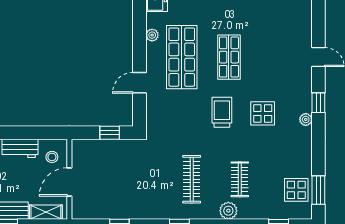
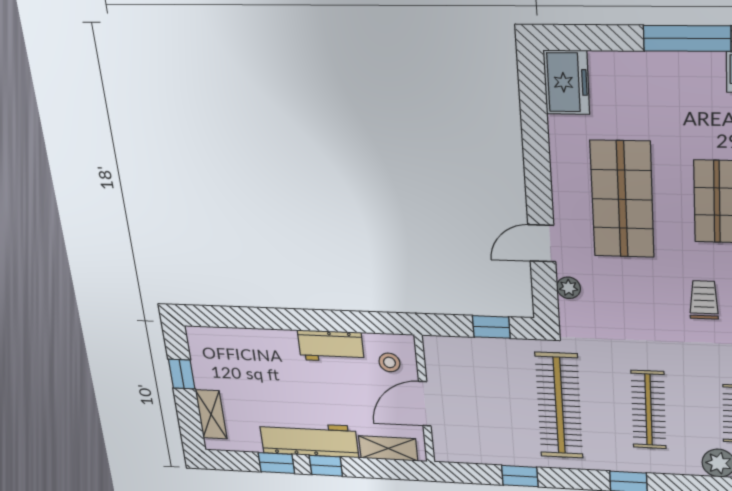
plant: (152, 35) -> (569, 288), moved
trolley: (222, 112) -> (704, 300), width x0.73, depth x0.72
clothes rail: (144, 179) -> (559, 406), added

